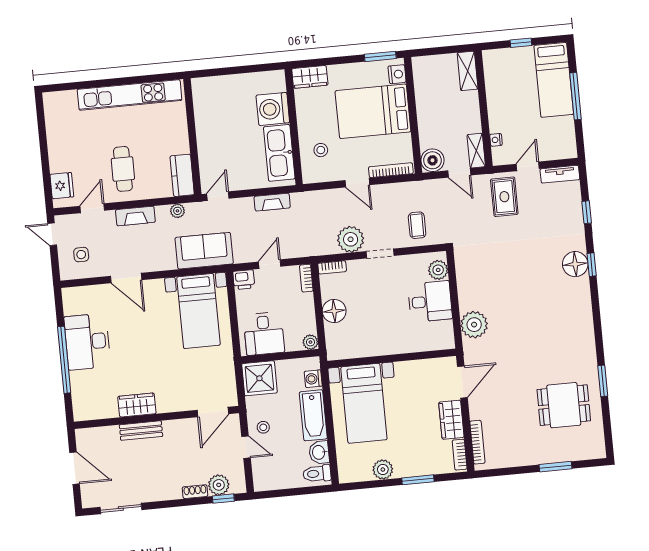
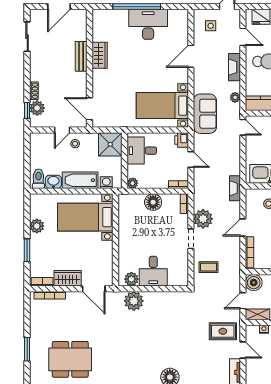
fireplace: (272, 202) -> (235, 188), moved
plant: (438, 270) -> (131, 279), moved
dining table: (564, 405) -> (70, 359), width x1.38

